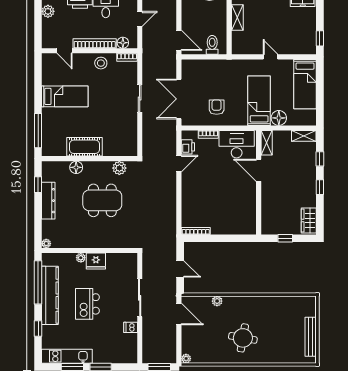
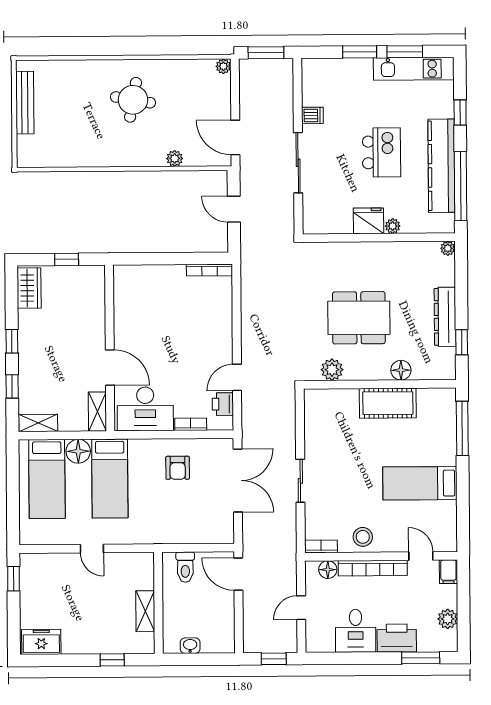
filing cabinet: (47, 41) -> (448, 572), added
bed: (305, 84) -> (47, 479), moved, turned 180

